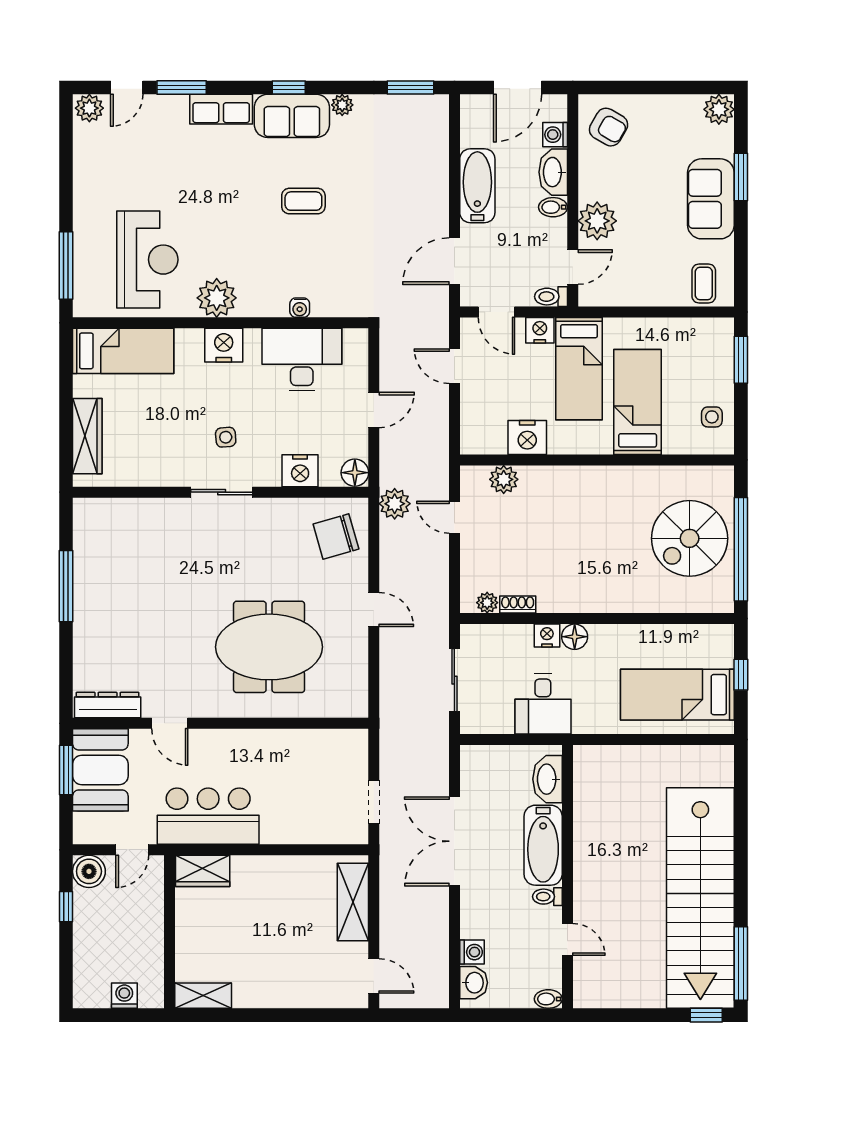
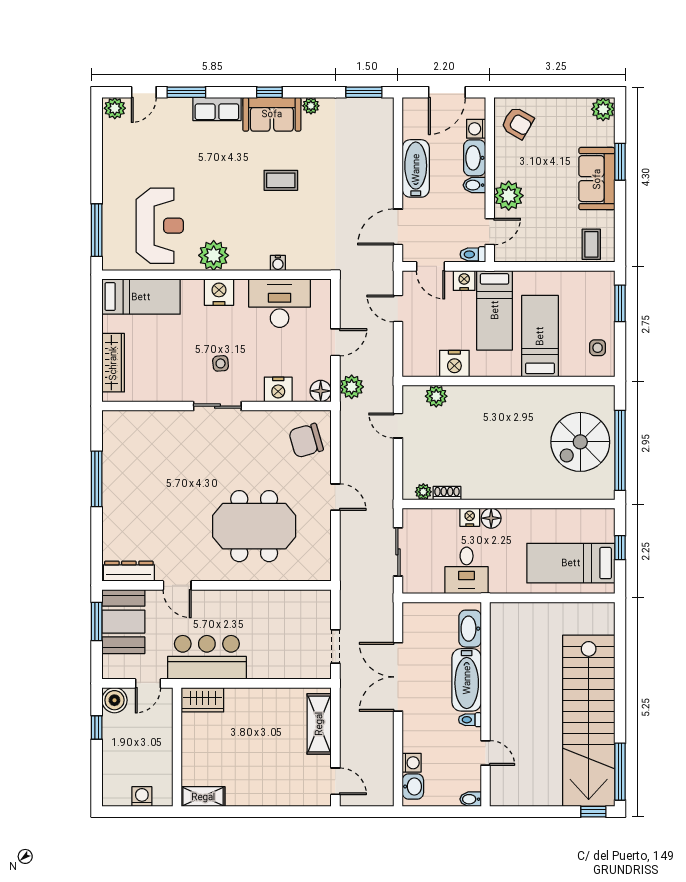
plant: (395, 504) -> (352, 387), moved

